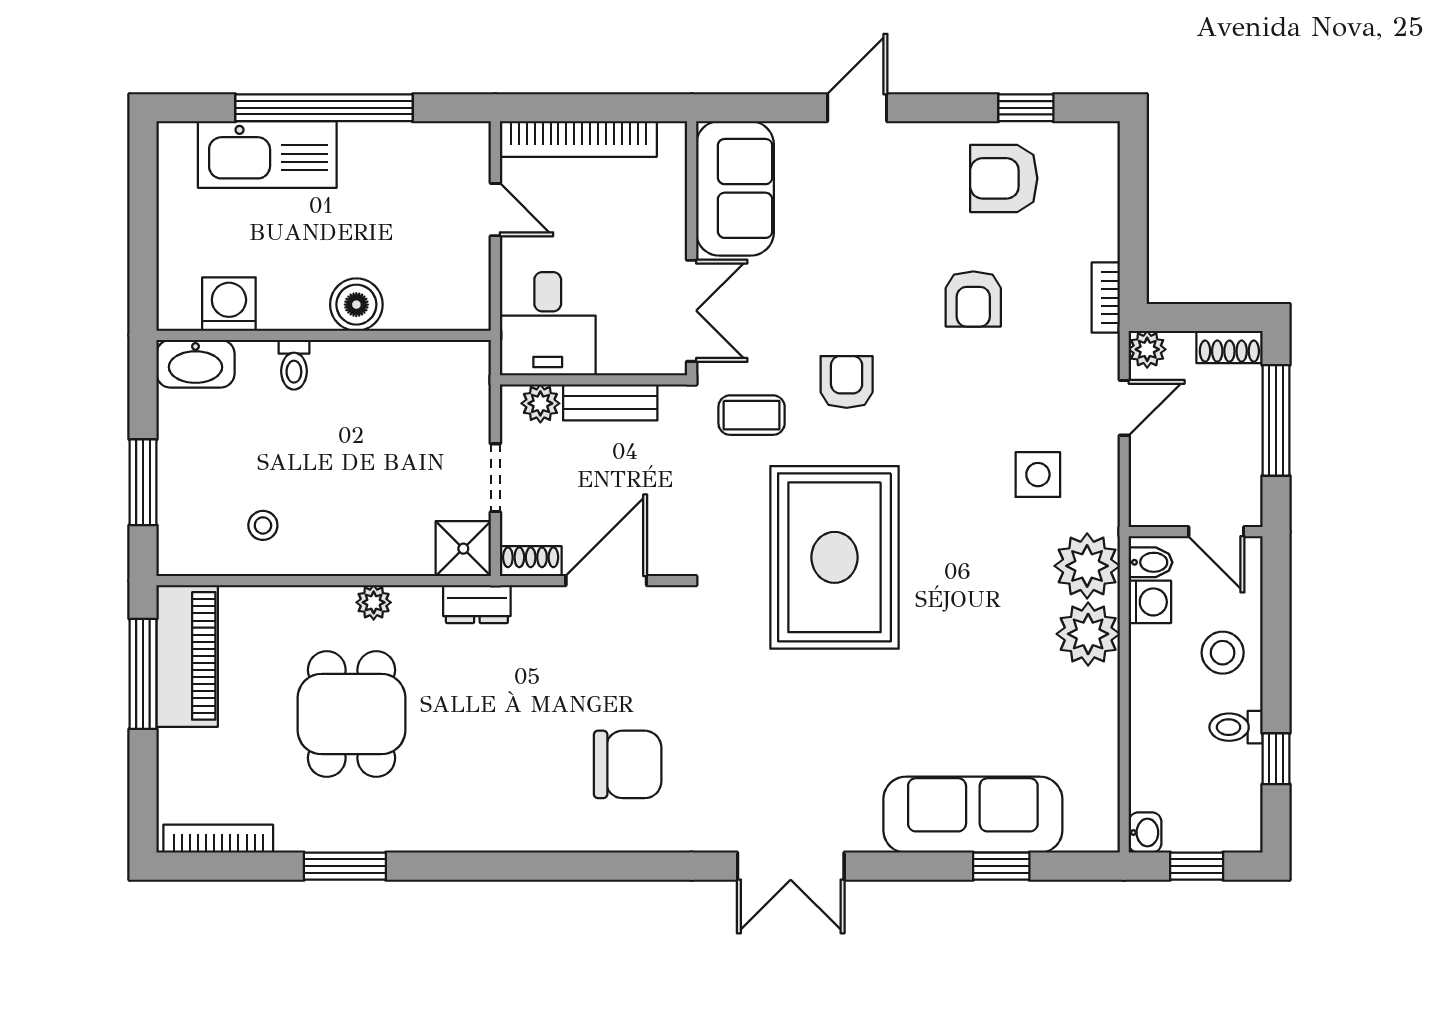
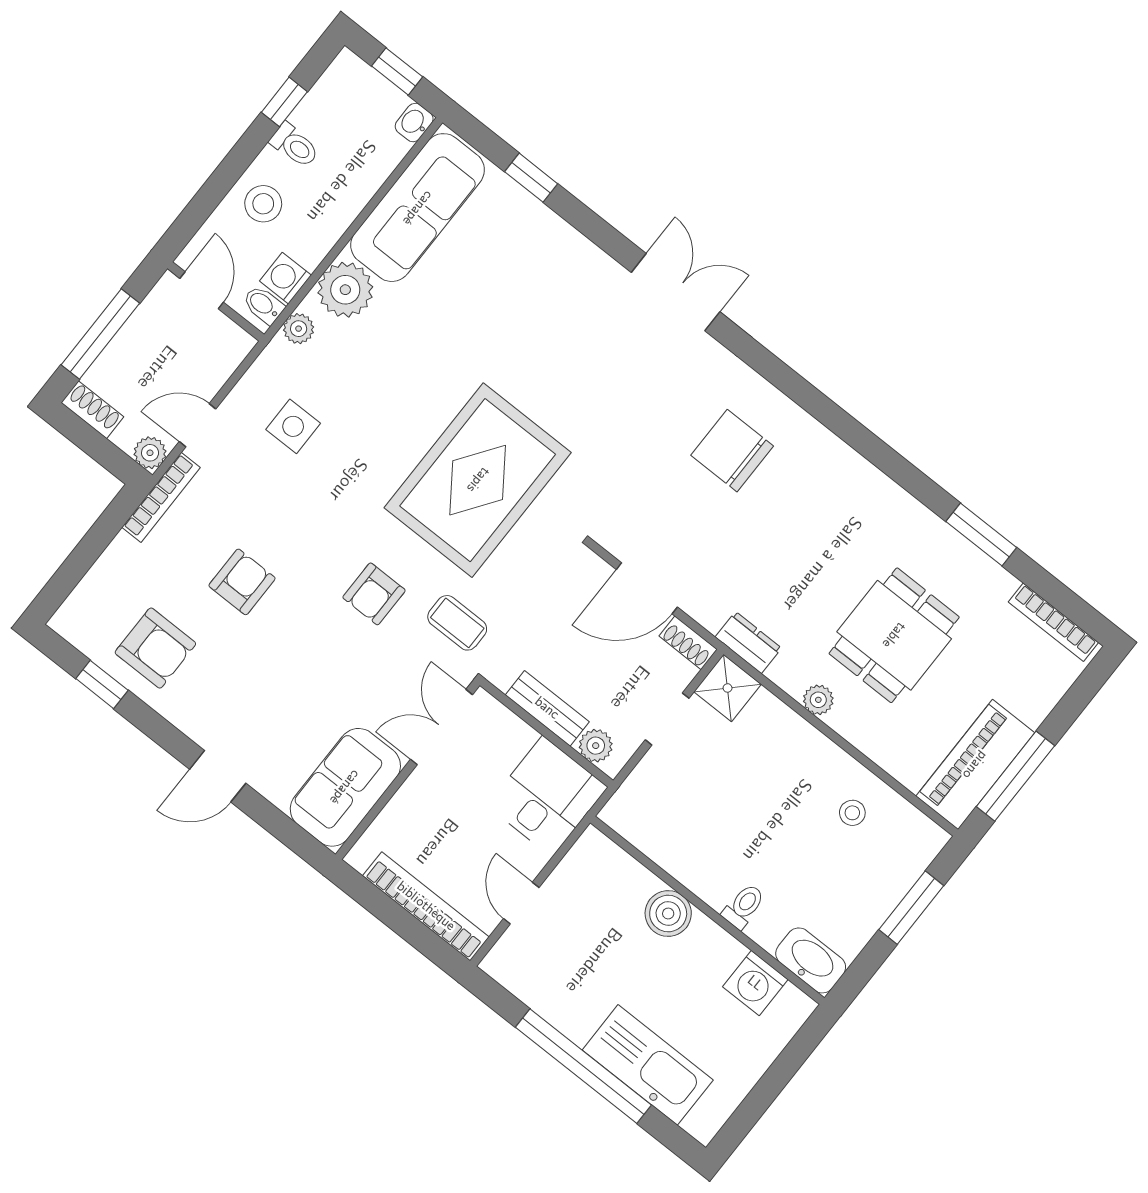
bookcase: (1106, 298) -> (161, 497), width x1.56
plant: (1087, 566) -> (299, 329), width x0.53, depth x0.53
sofa: (973, 815) -> (418, 208), moved, turned -90

